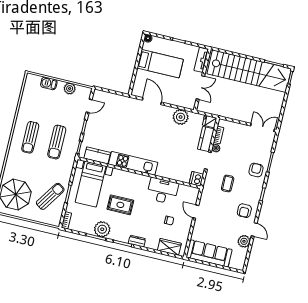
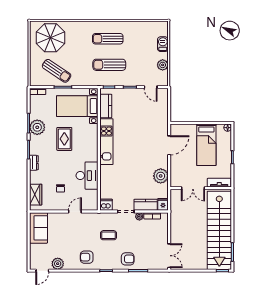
door: (254, 230) -> (42, 271), moved
sofa: (209, 253) -> (38, 228), width x0.73

